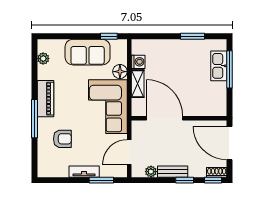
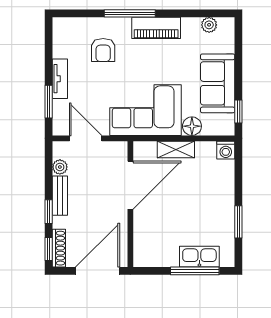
washing machine: (138, 62) -> (226, 150), moved
shoe rack: (217, 172) -> (59, 248), width x1.43

